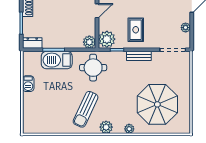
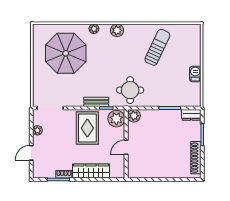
rug: (136, 30) -> (87, 128), width x1.36, depth x1.43
bench: (139, 56) -> (96, 102), moved
barbecue: (57, 60) -> (167, 98), removed
sun lounger: (86, 109) -> (157, 47), moved

